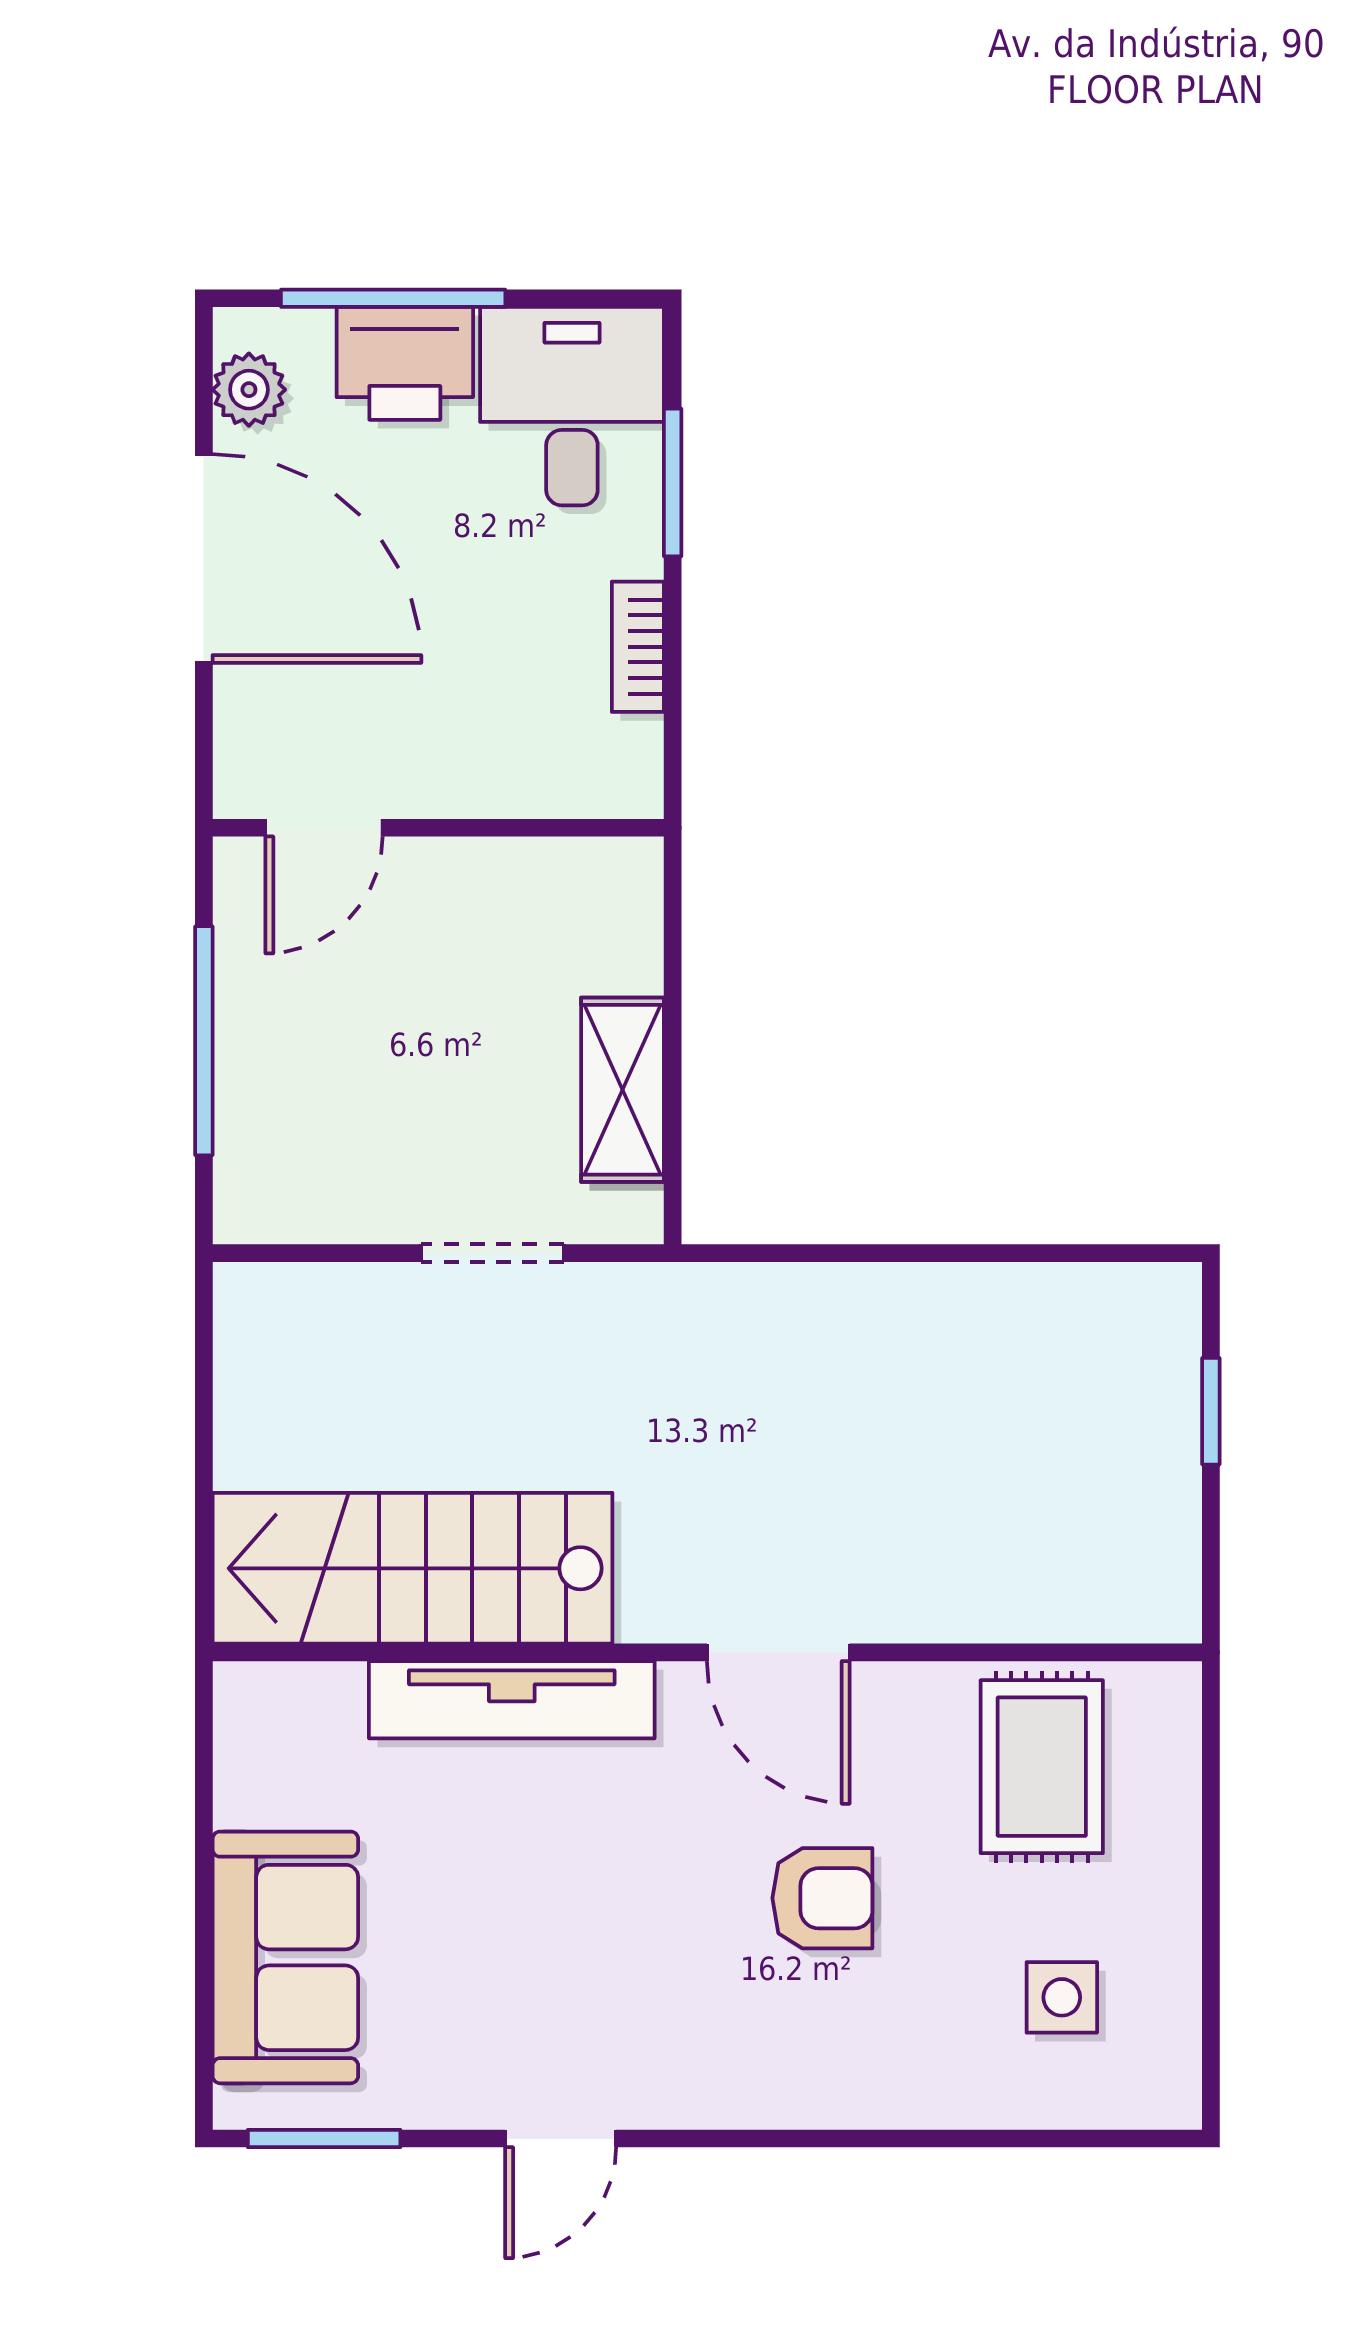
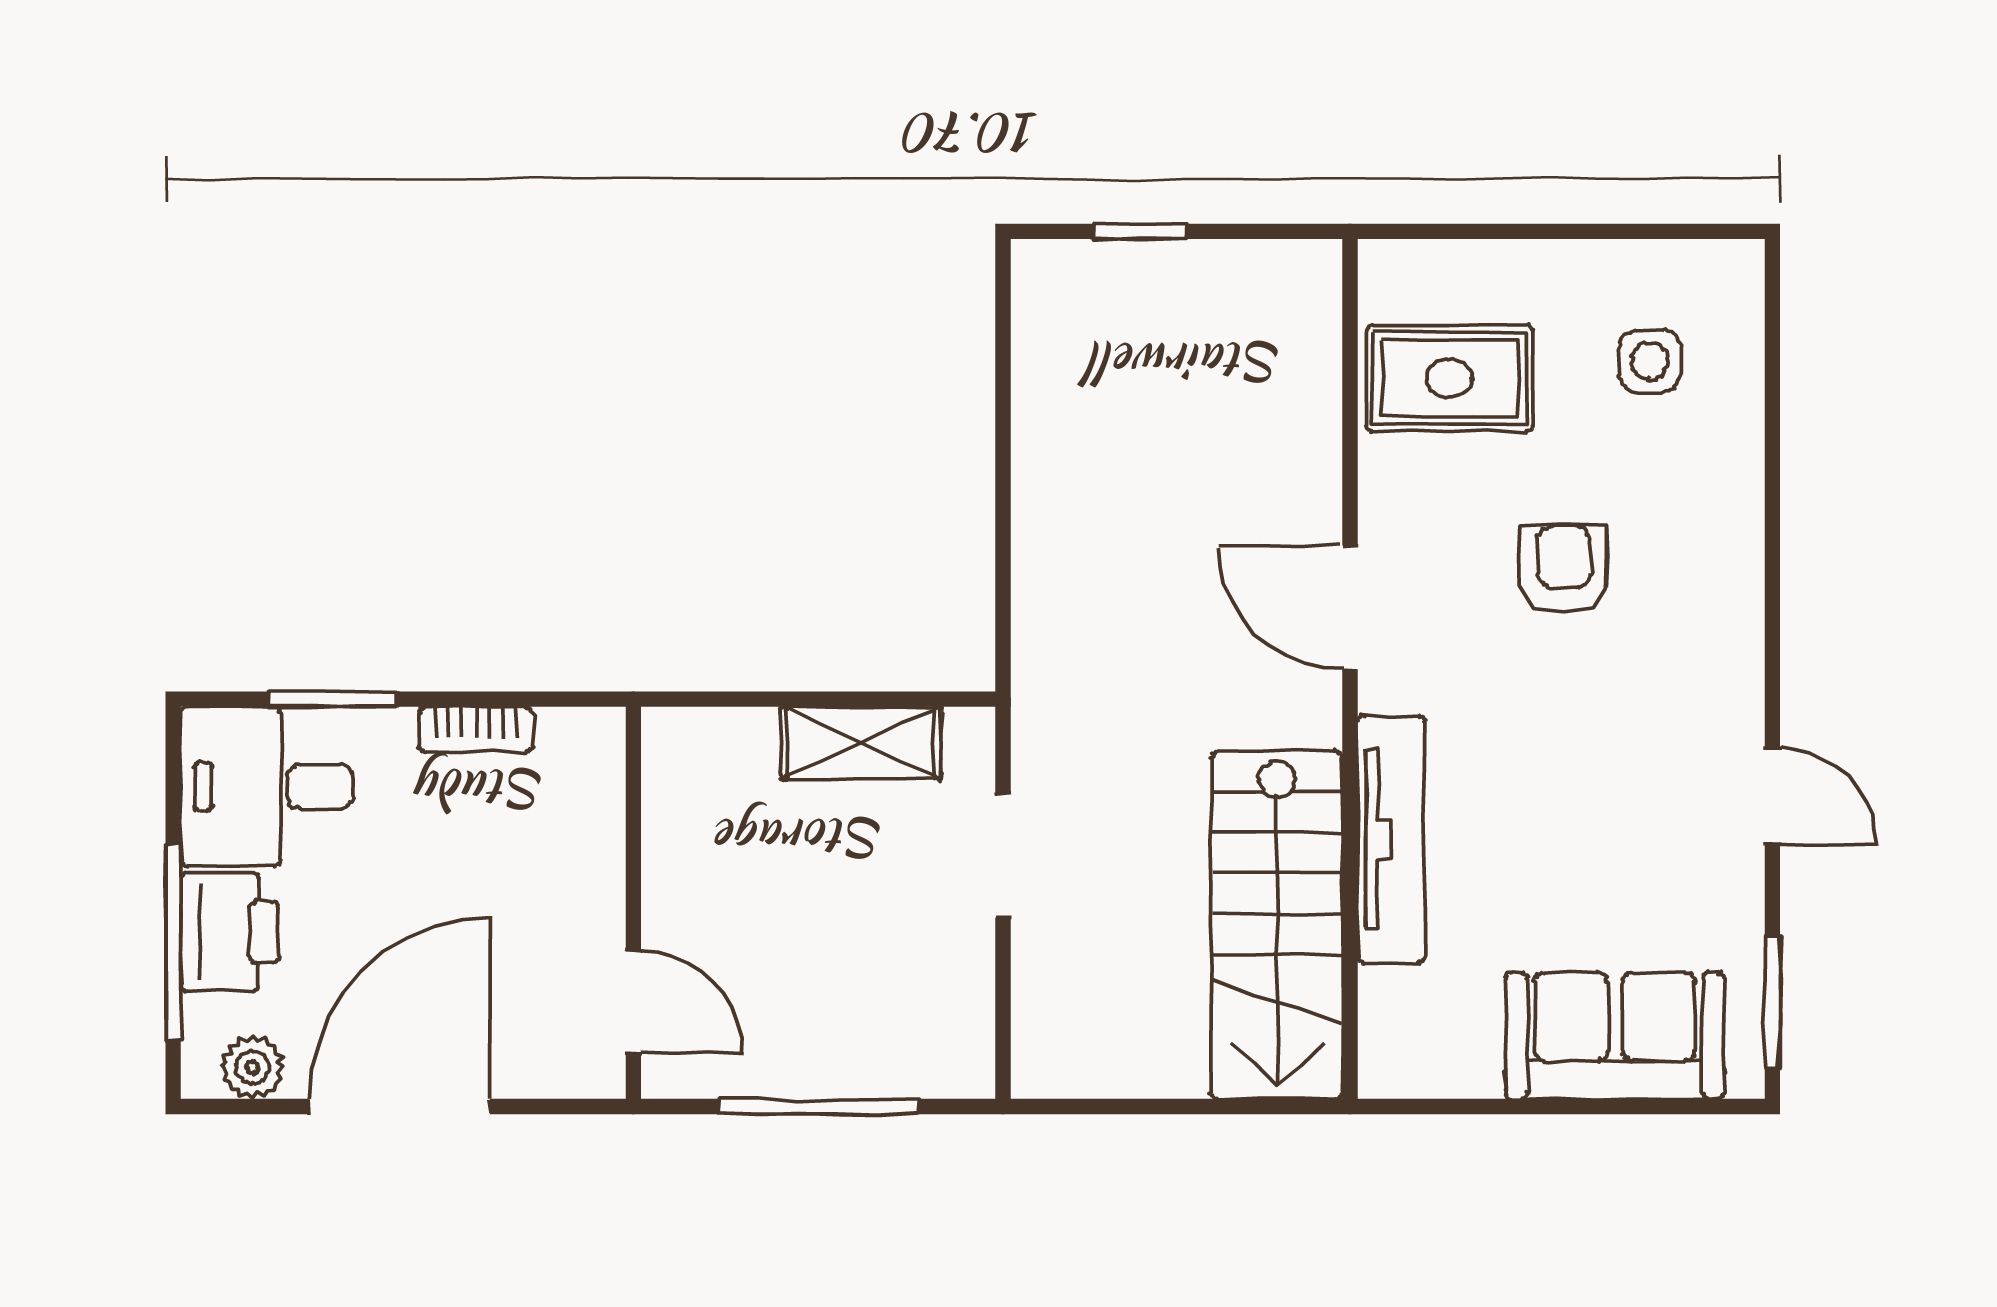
door: (778, 1652) -> (1350, 607), swing flipped

